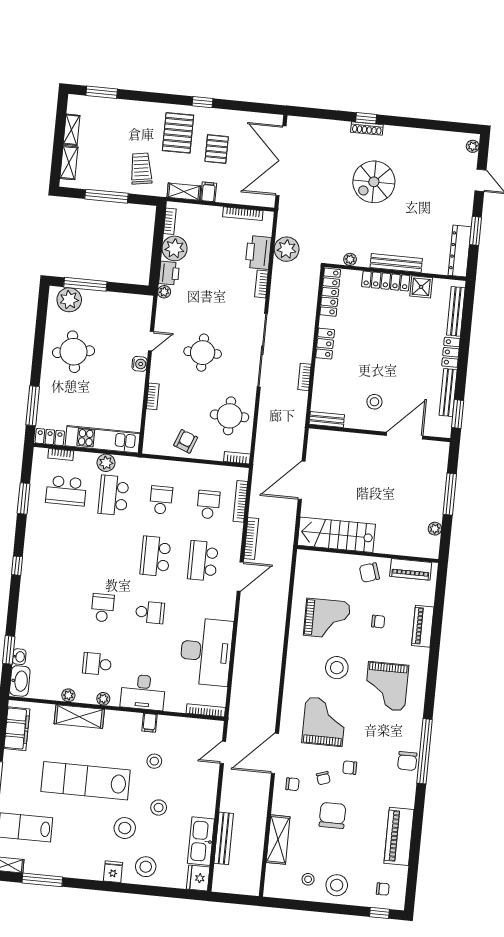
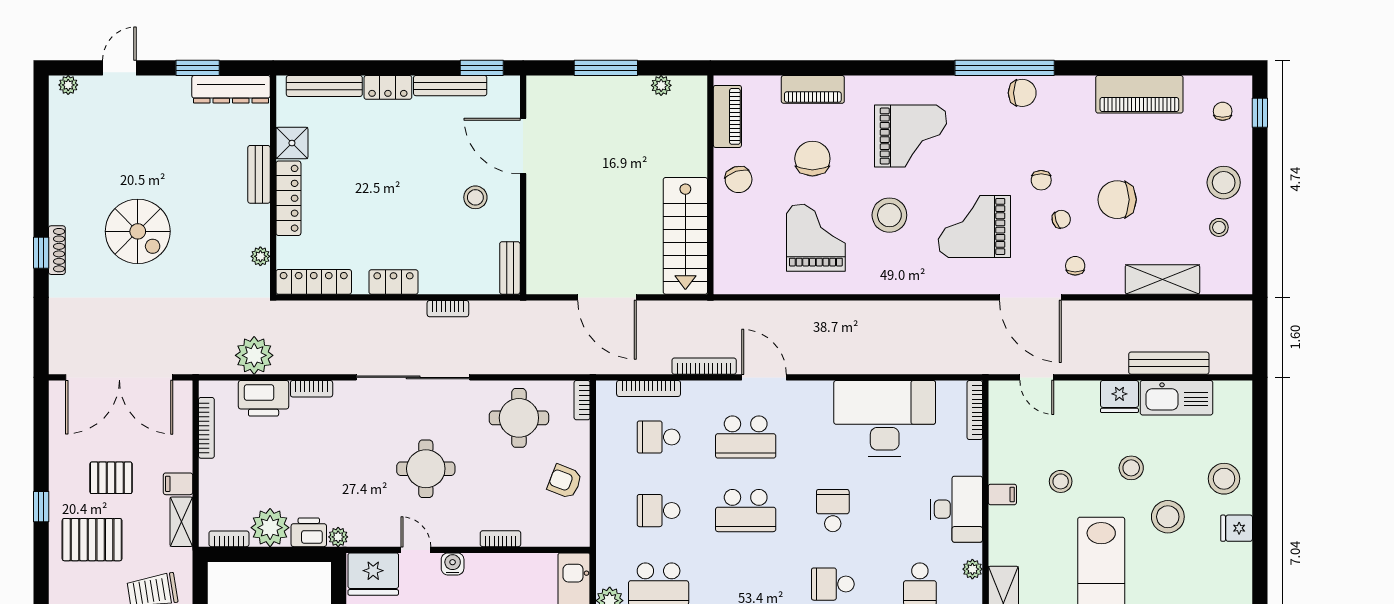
bench: (396, 263) -> (259, 174), width x0.73
fridge: (138, 312) -> (373, 574), added
chair: (378, 622) -> (812, 159), width x1.87, depth x1.87
fridge: (198, 878) -> (1119, 397), moved

